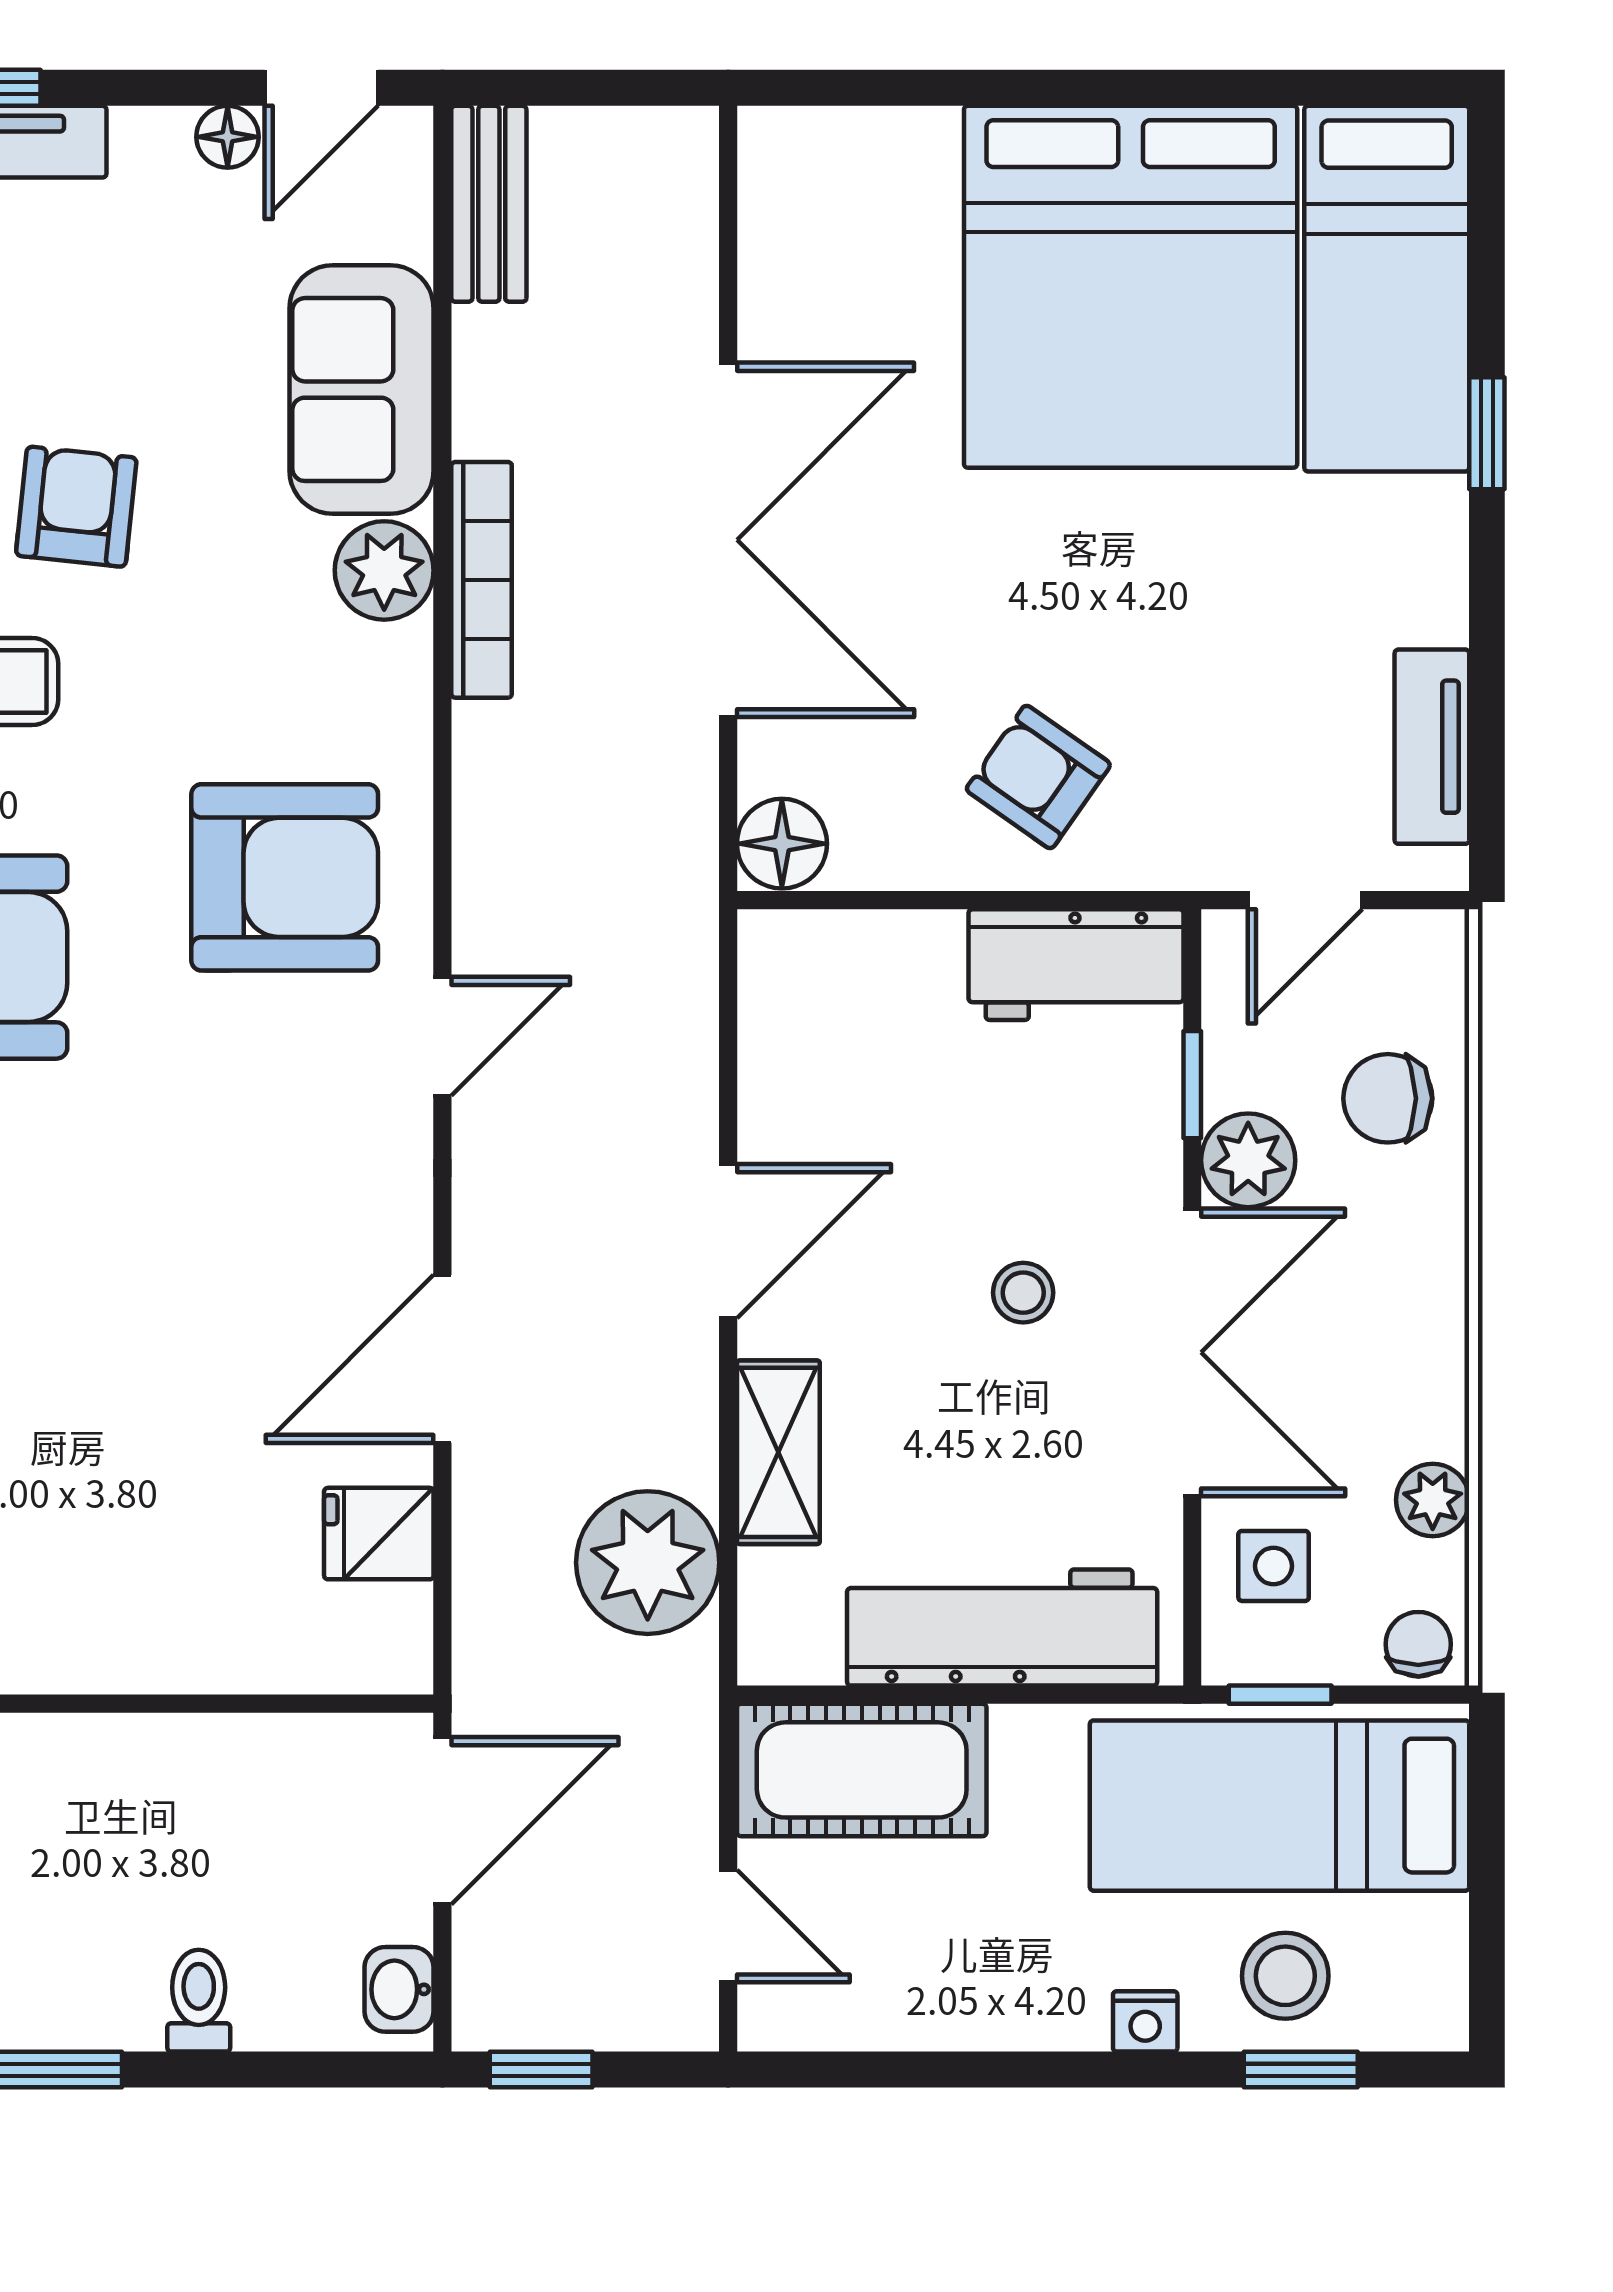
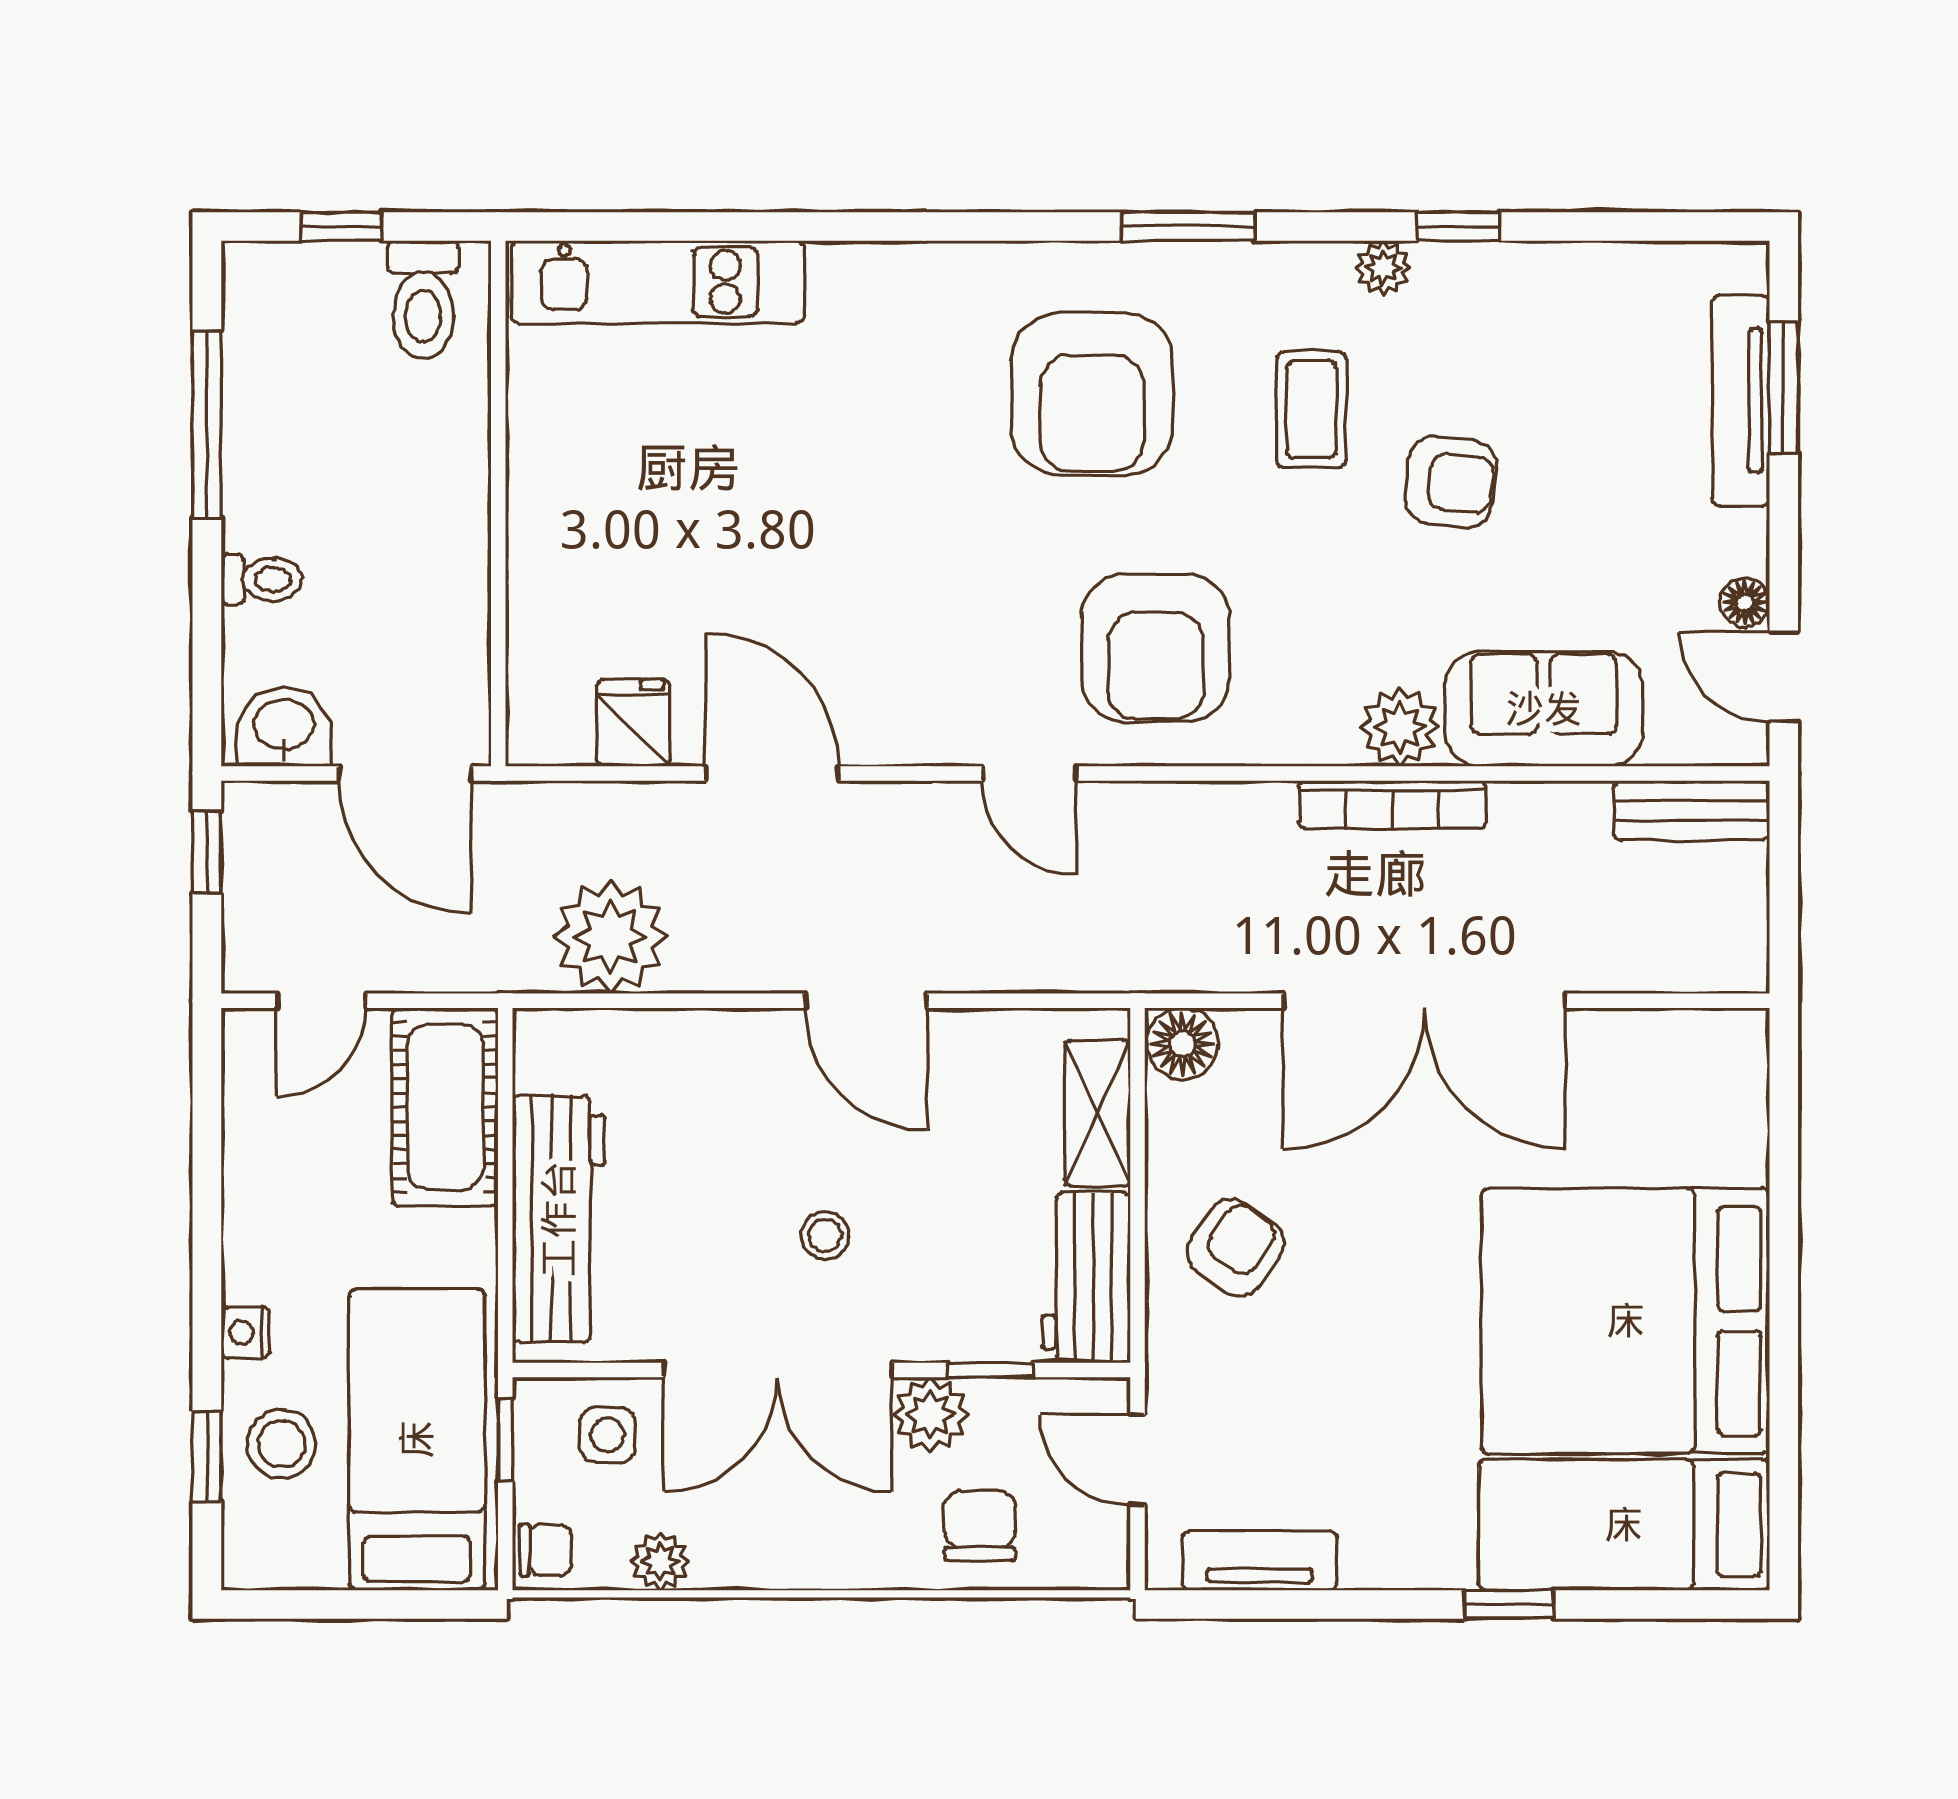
shelving: (778, 1452) -> (1097, 1113), moved, turned 90
washbasin: (399, 1989) -> (284, 727), width x1.38, depth x1.45

